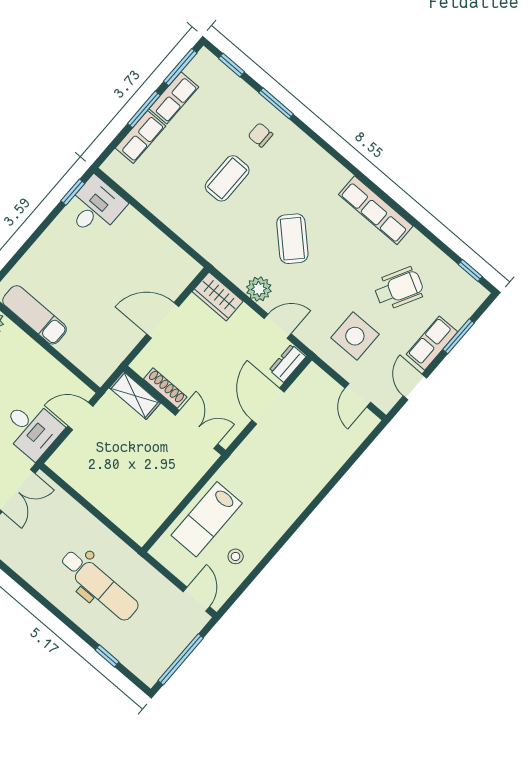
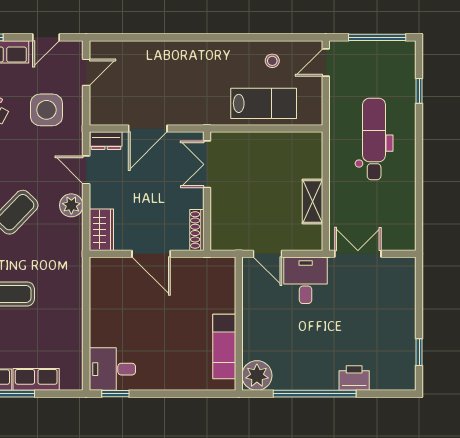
shoe rack: (165, 388) -> (197, 230), moved
shelving: (135, 395) -> (312, 201), moved

